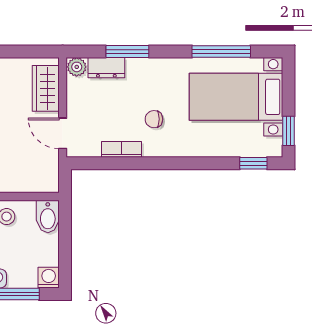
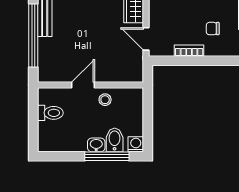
bidet: (48, 216) -> (115, 140), moved, turned 180

